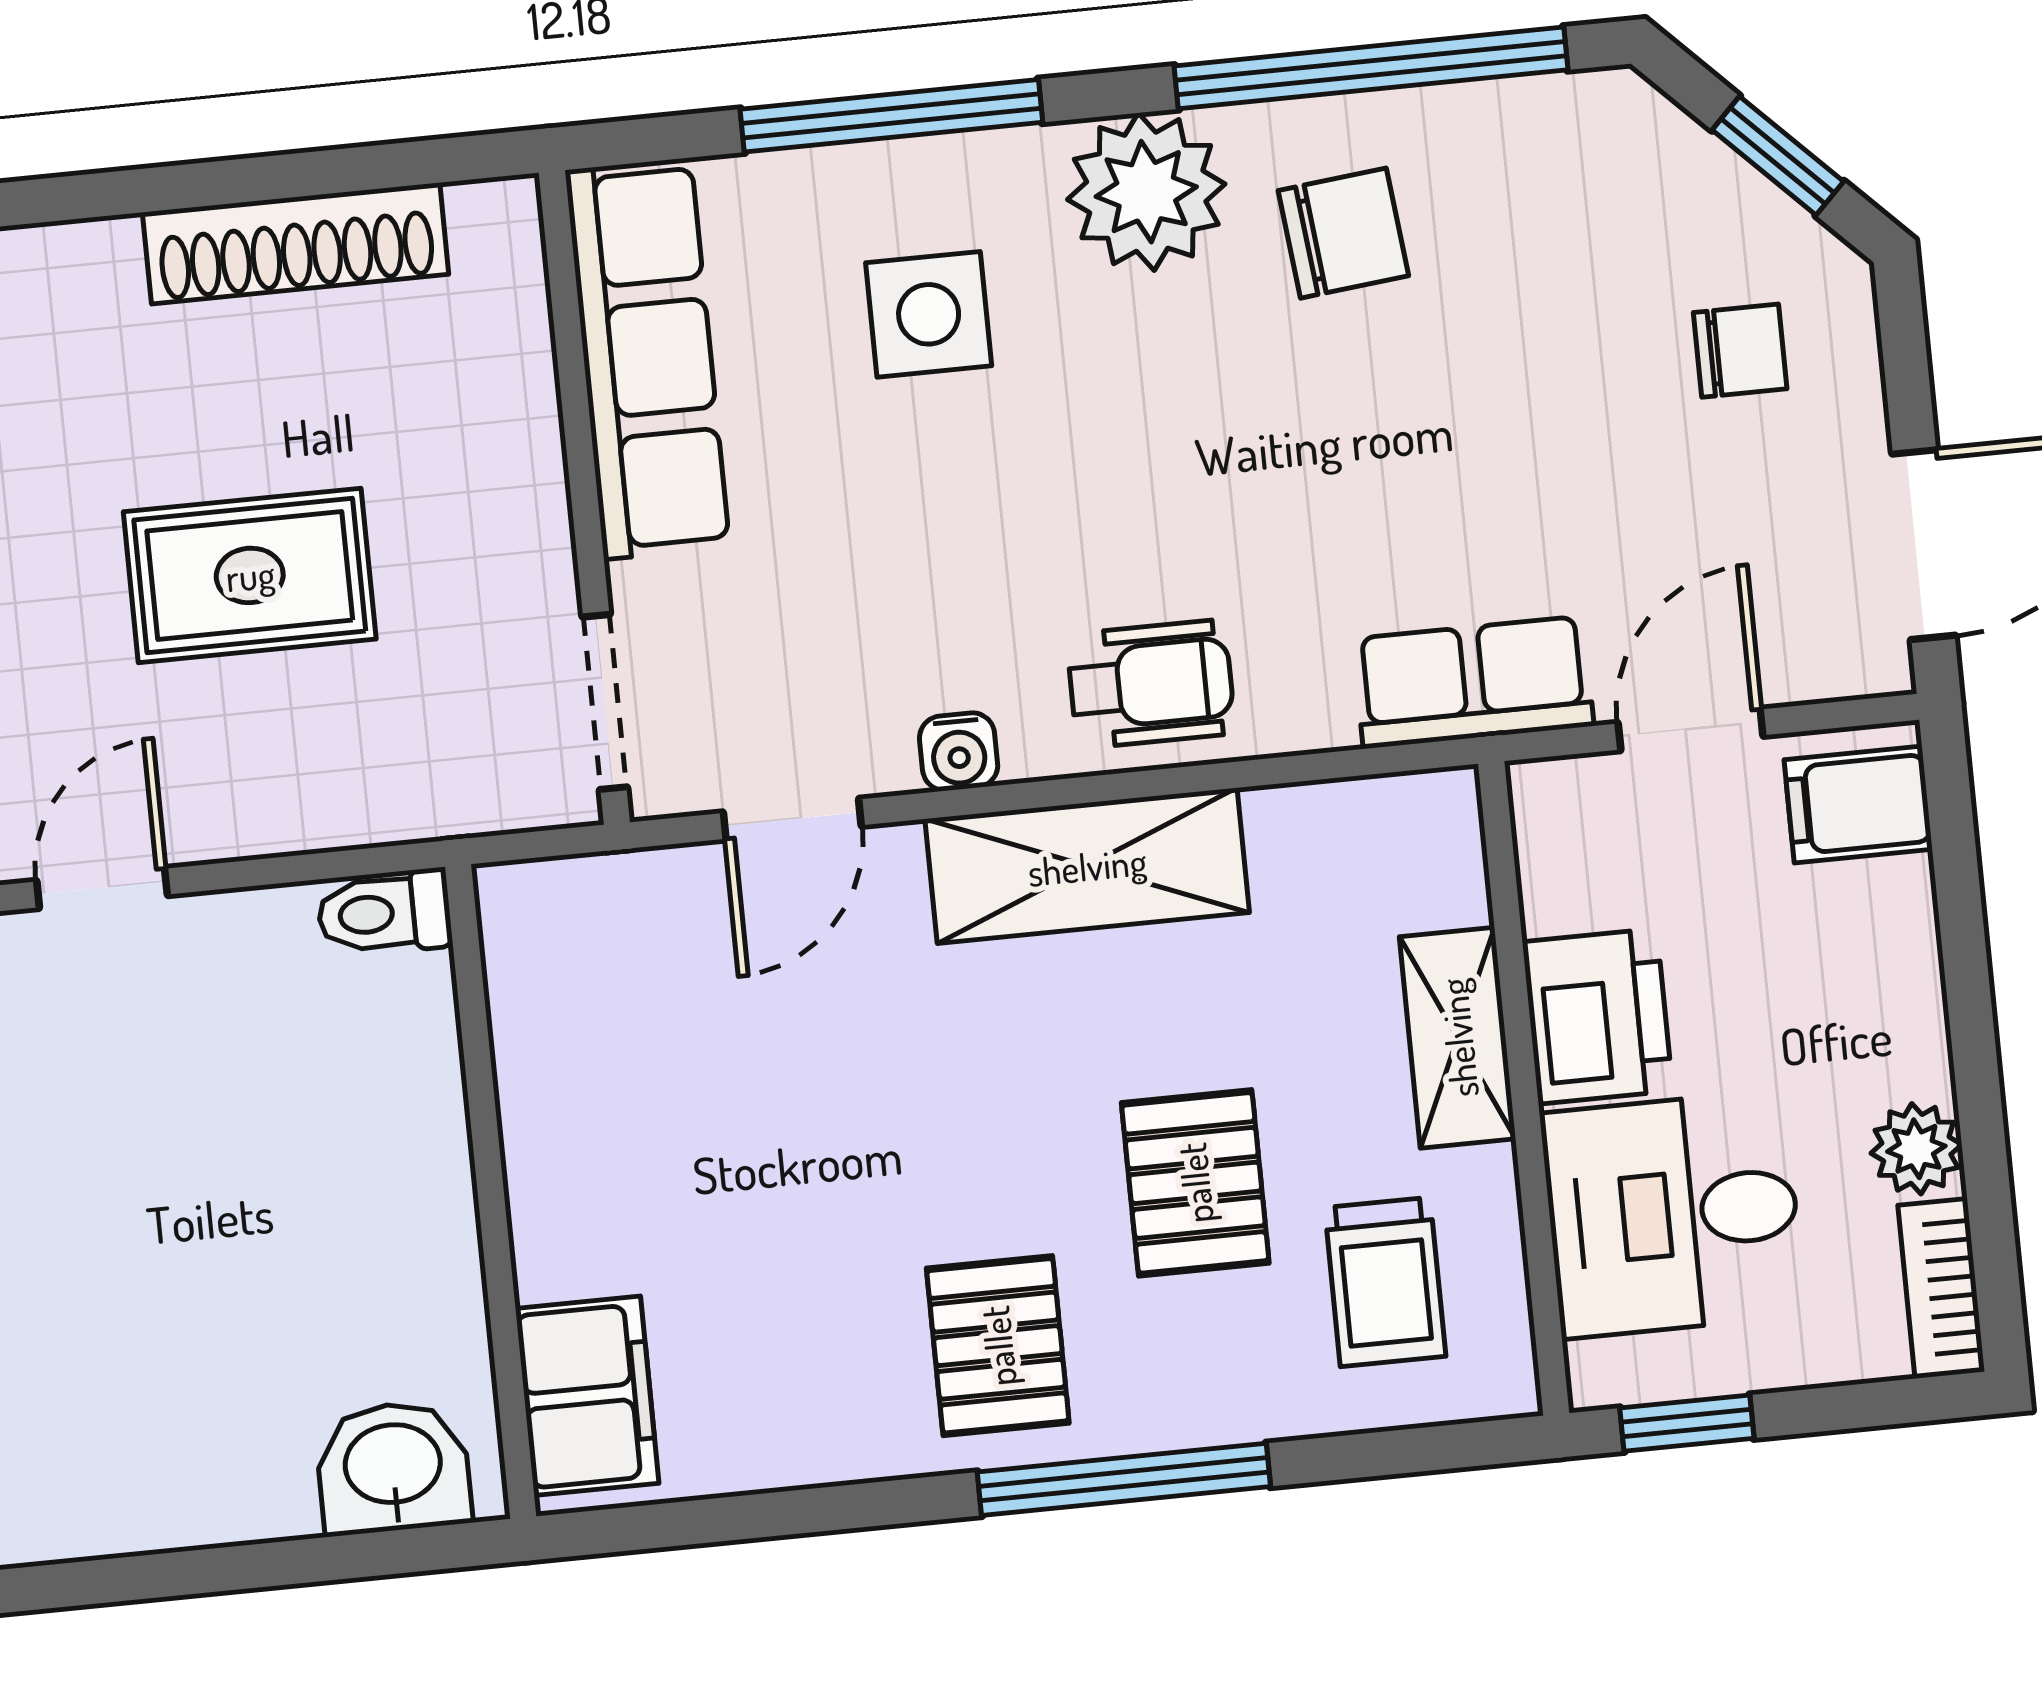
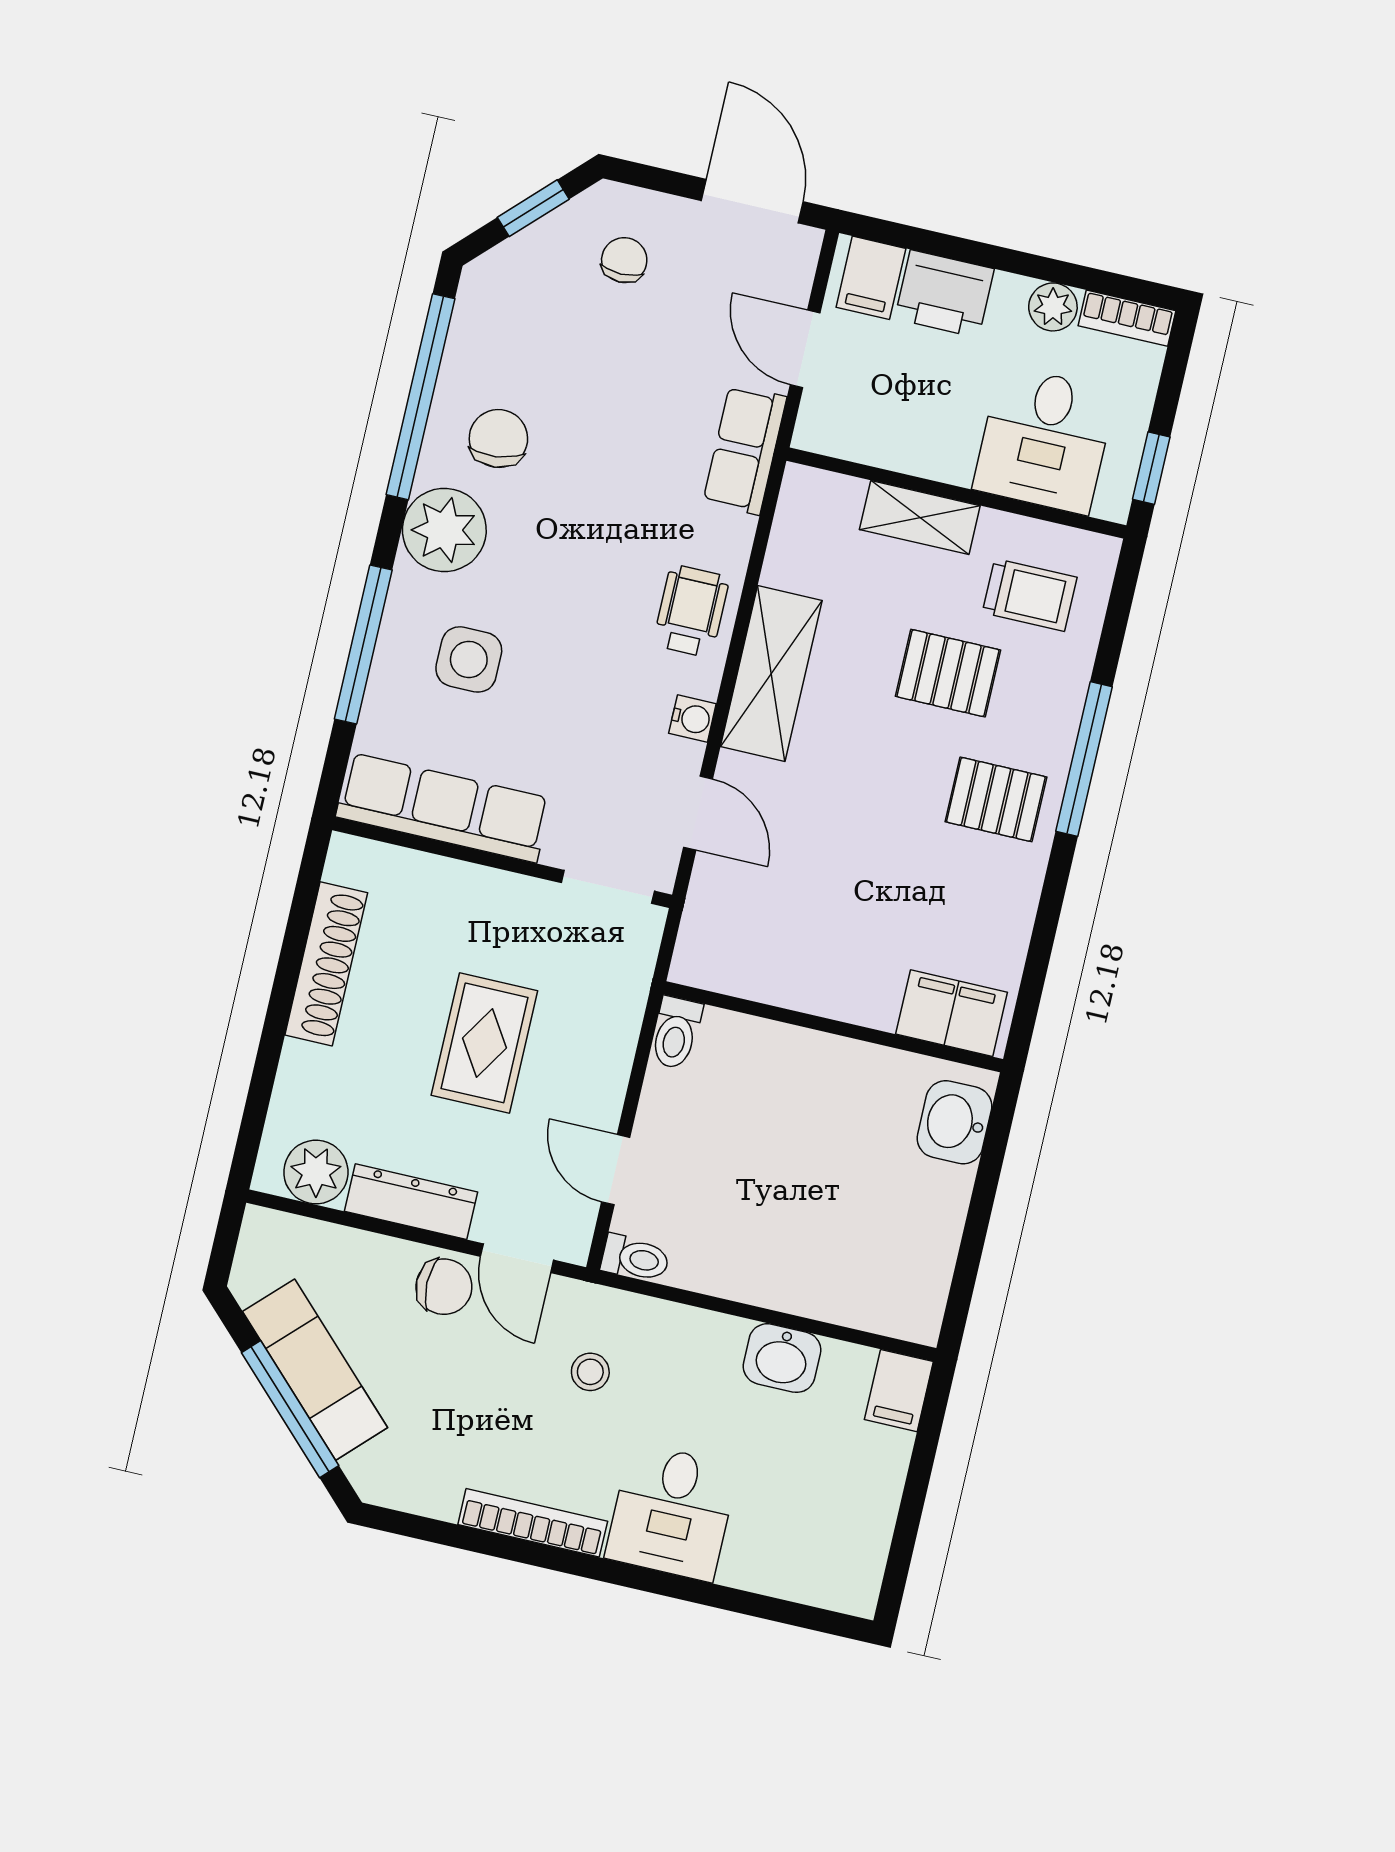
printer: (1598, 1016) -> (944, 294), moved, turned 180

